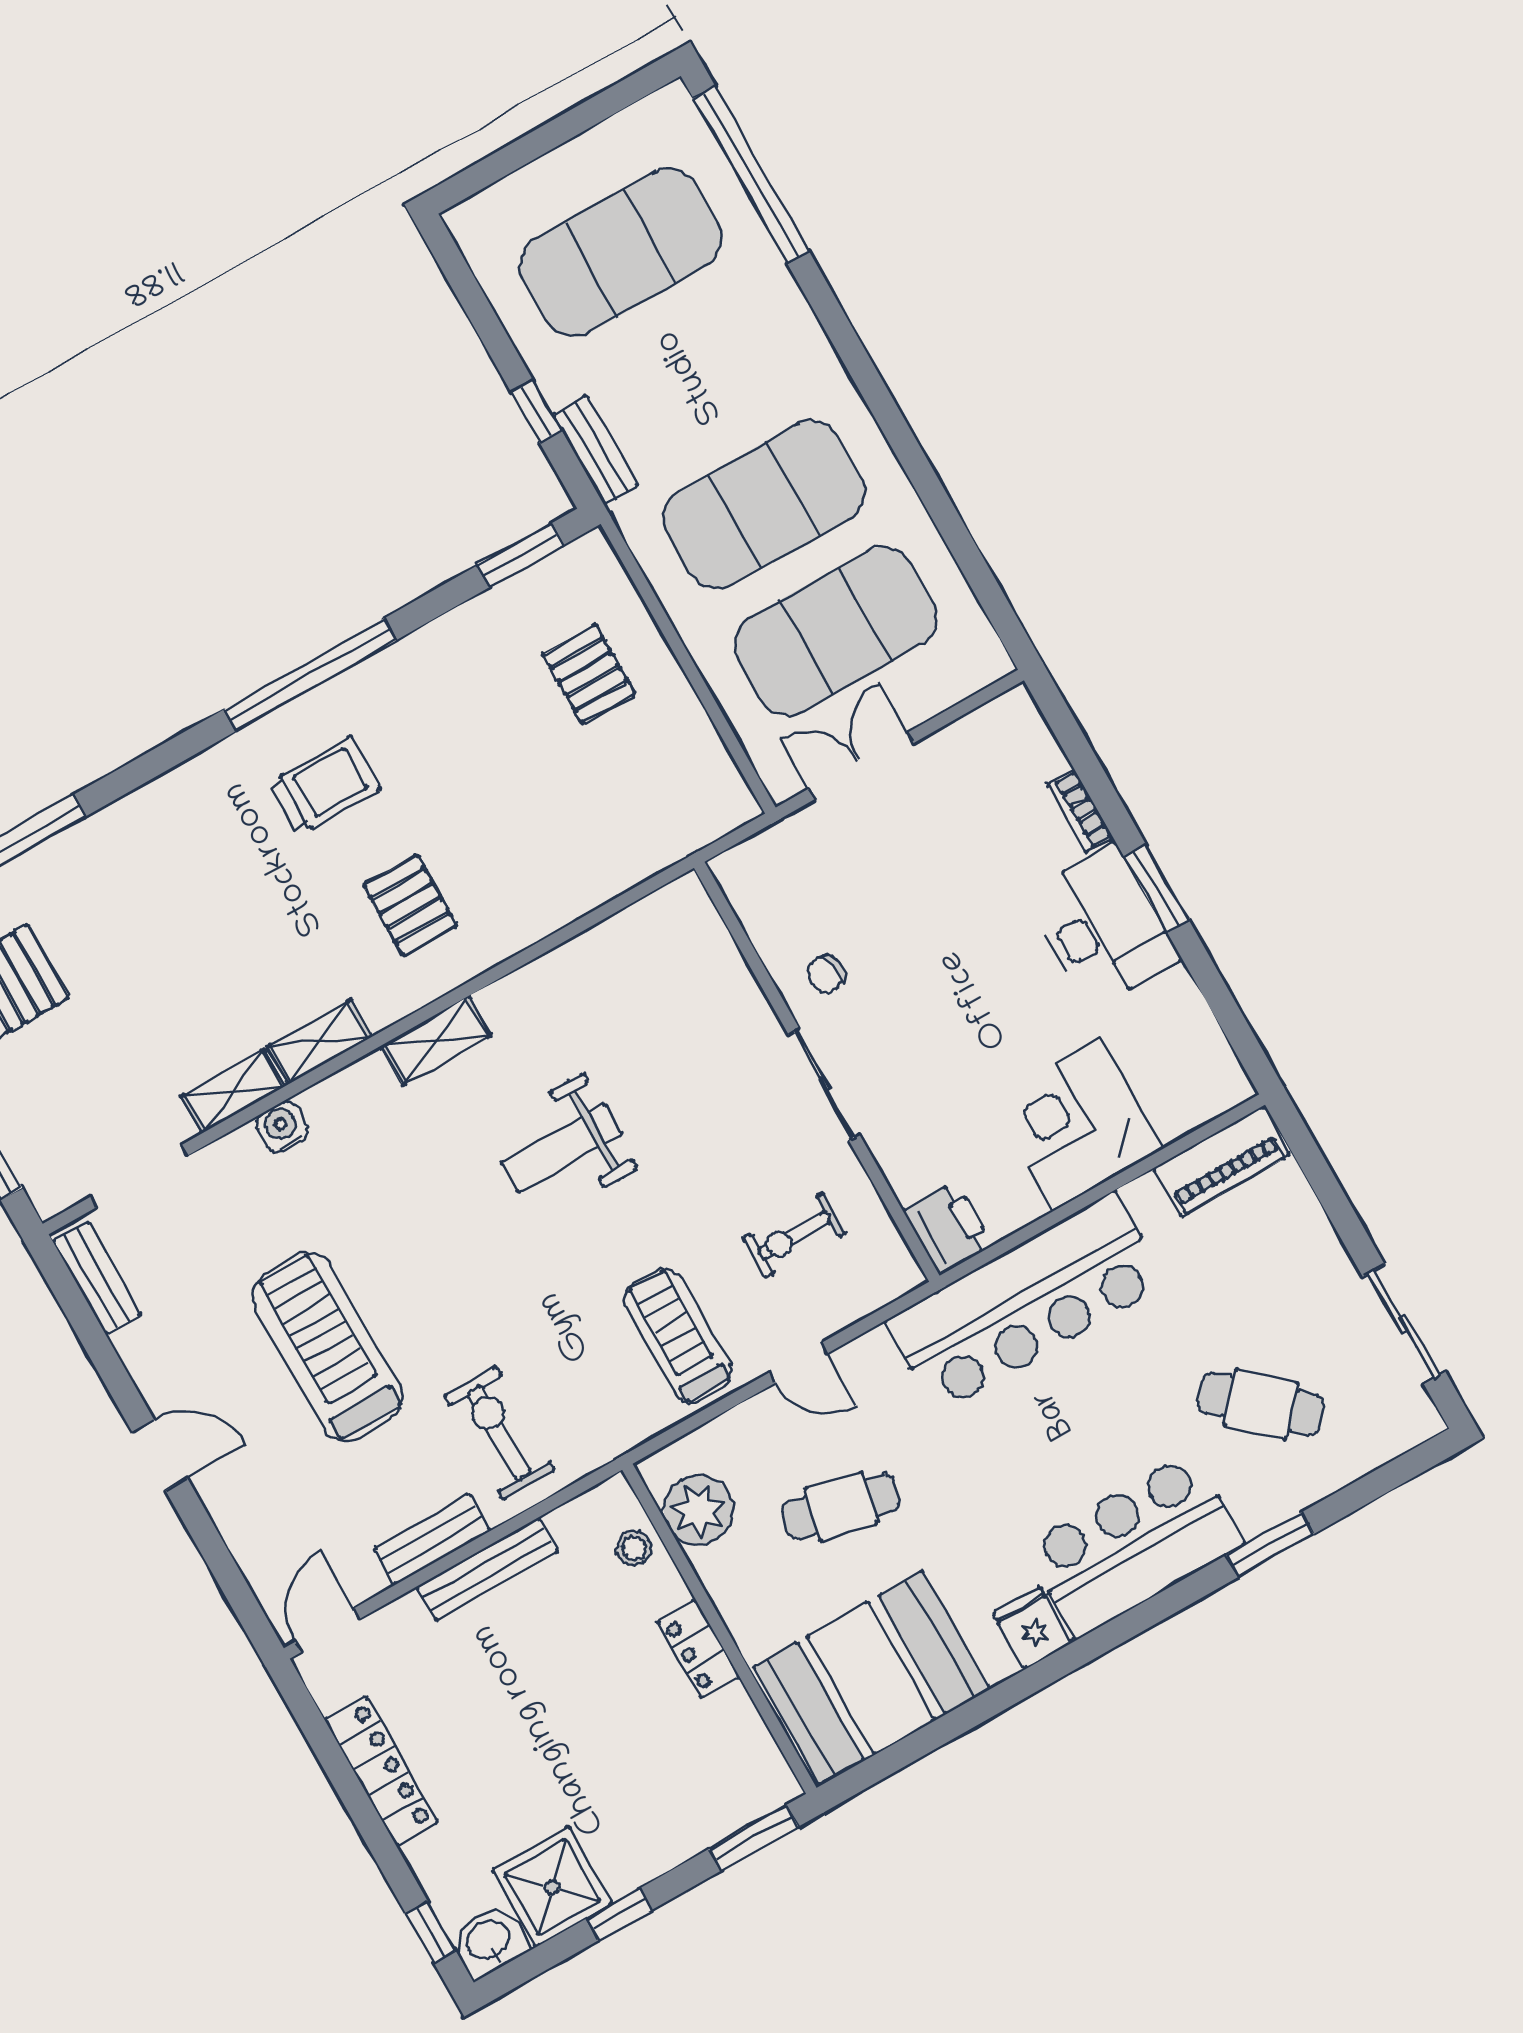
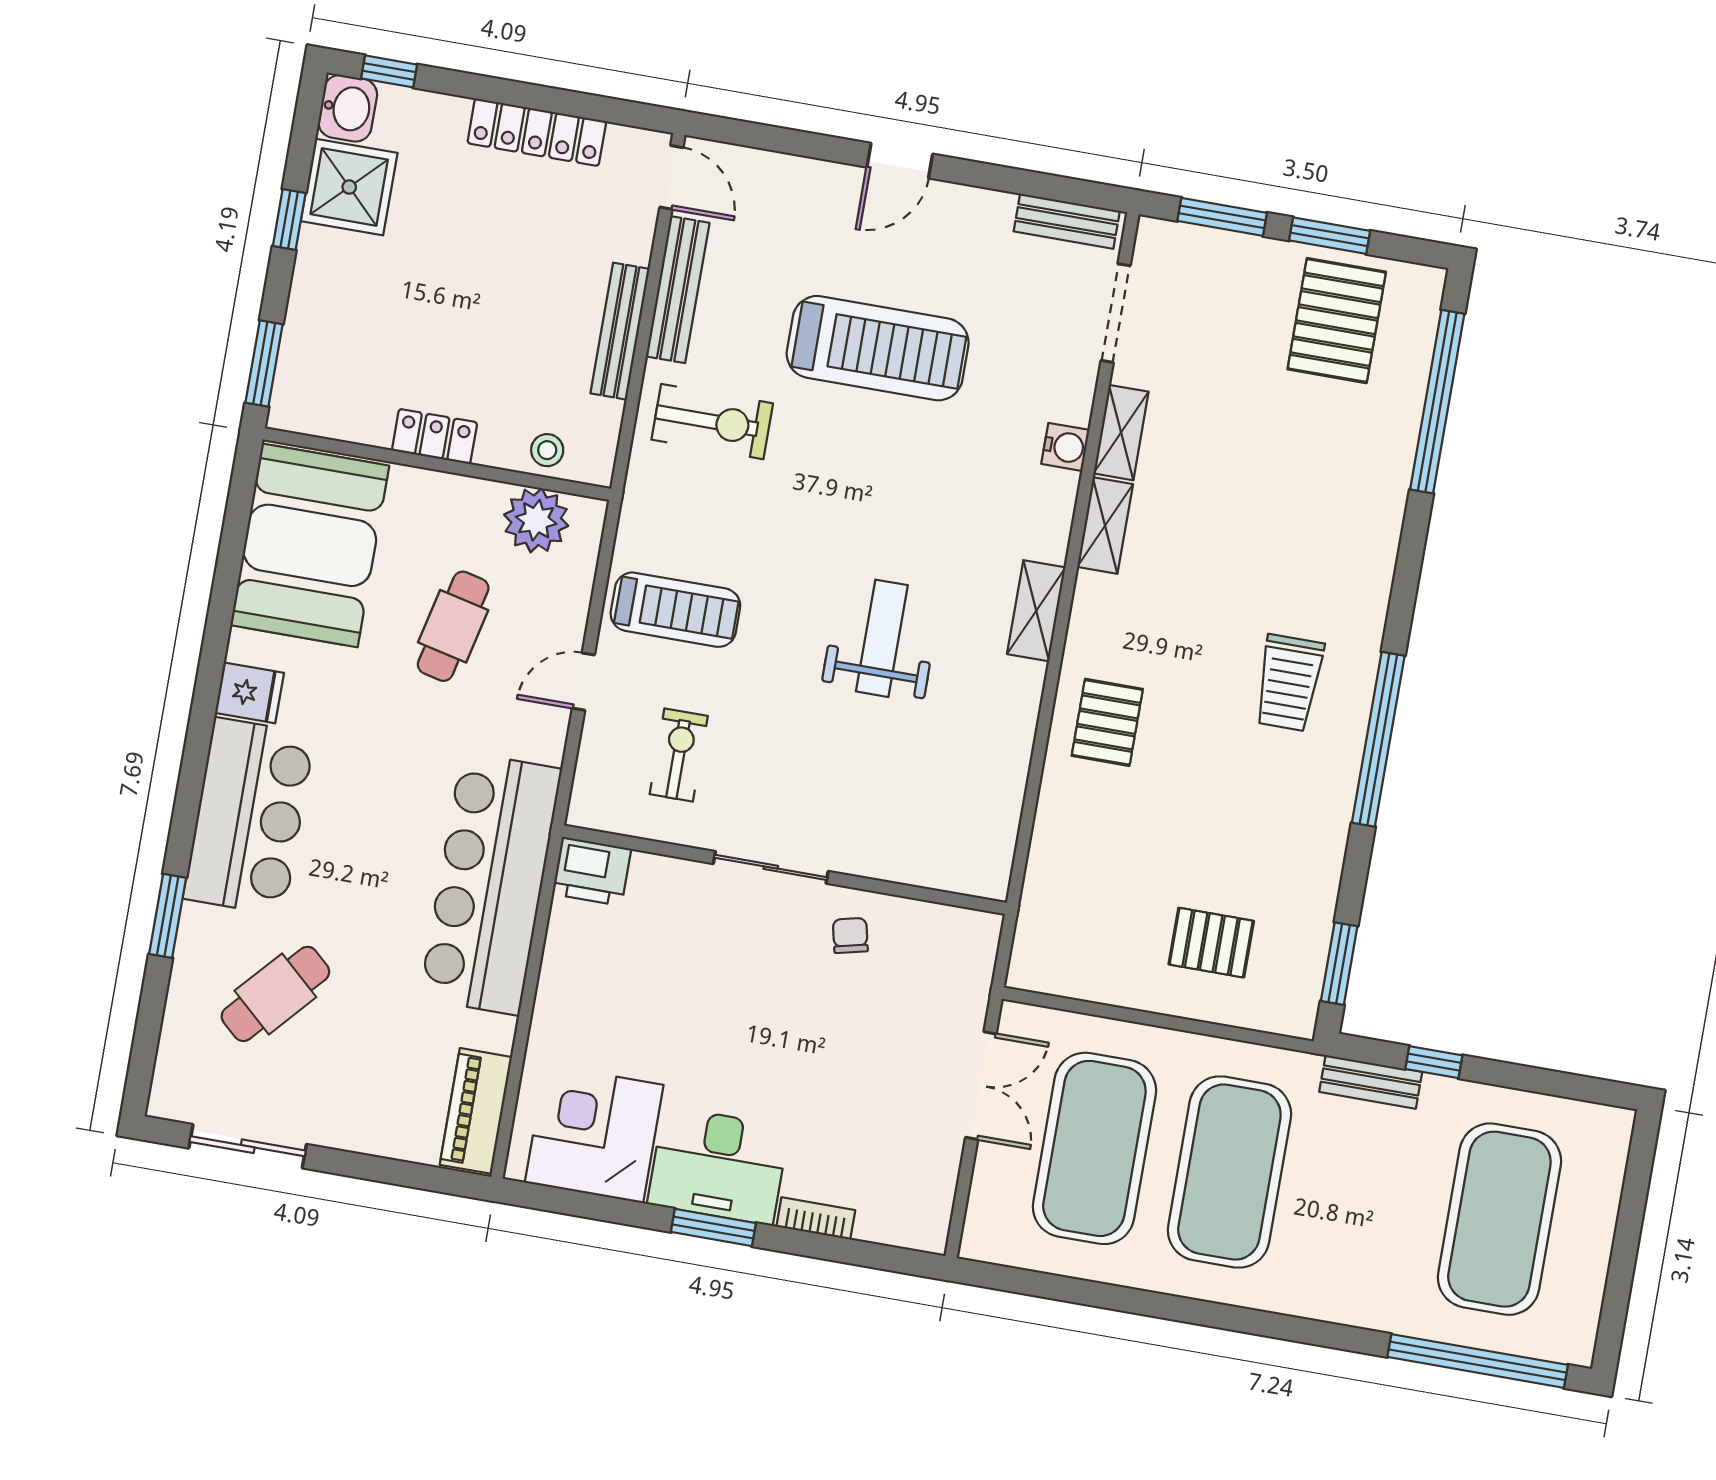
pallet: (410, 905) -> (1107, 722), moved, turned 90
corner desk: (1077, 1125) -> (594, 1134), moved, turned -90
bench: (432, 1540) -> (678, 290), width x1.36

